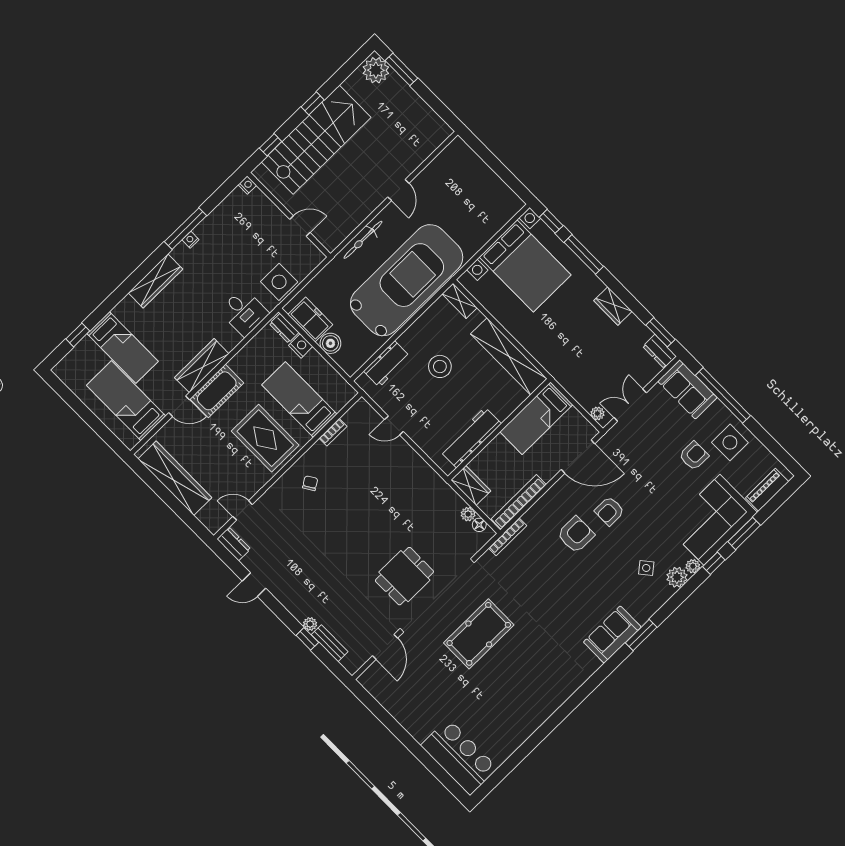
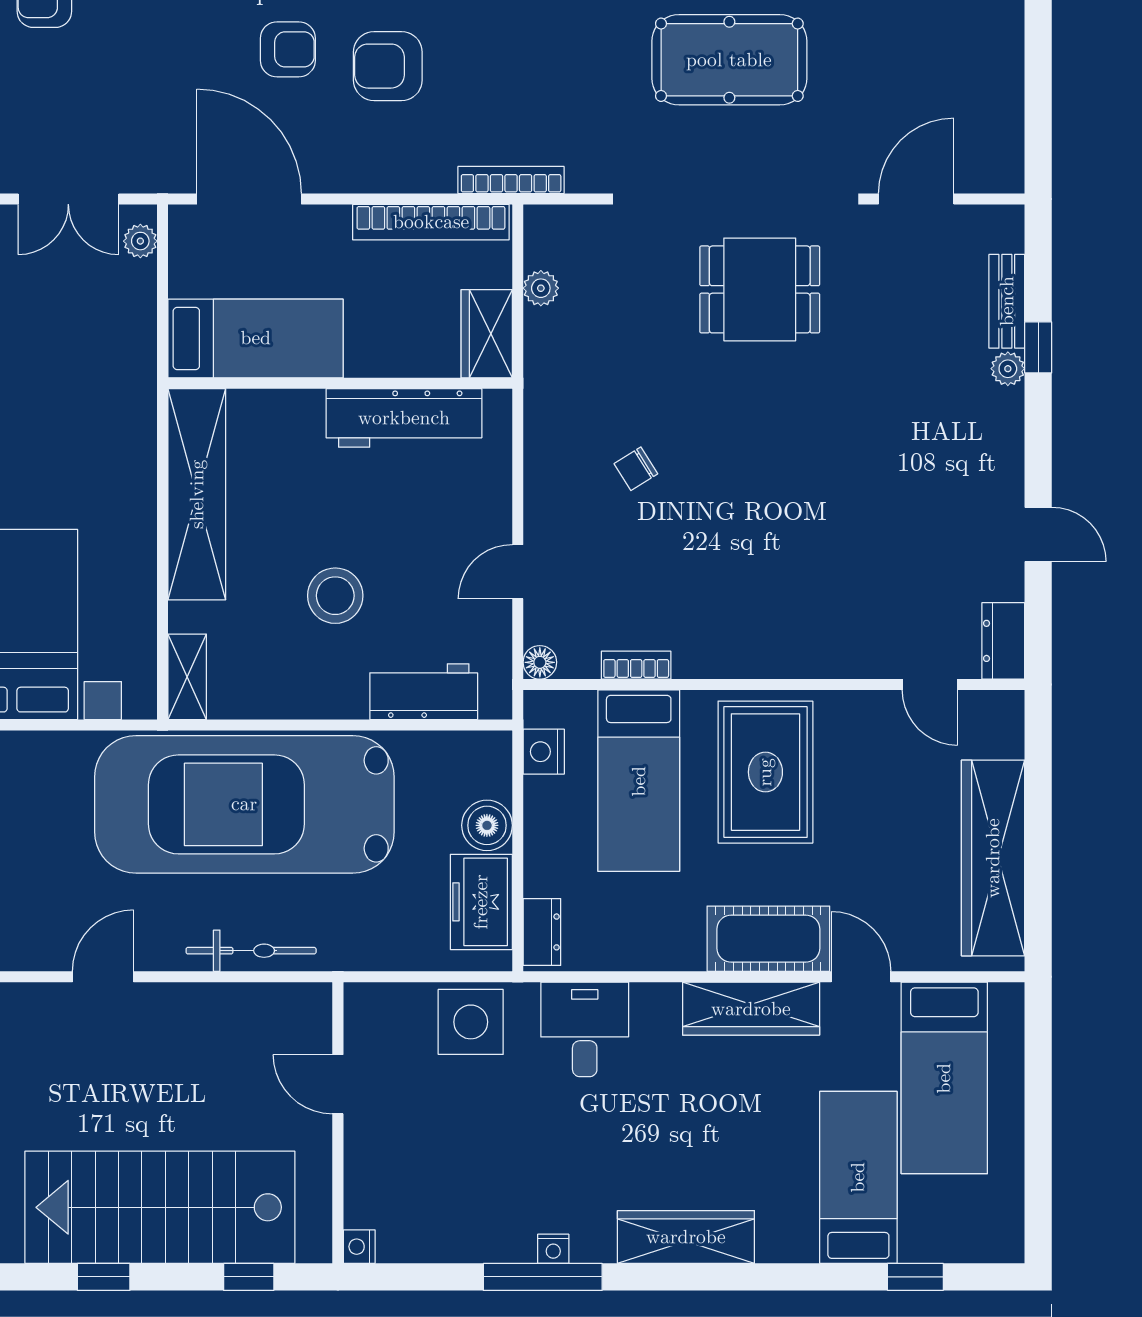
nightstand: (301, 346) -> (544, 752), moved
door: (394, 425) -> (518, 572), swing flipped
chair: (310, 483) -> (636, 469), moved
floor lamp: (479, 525) -> (540, 662), moved

